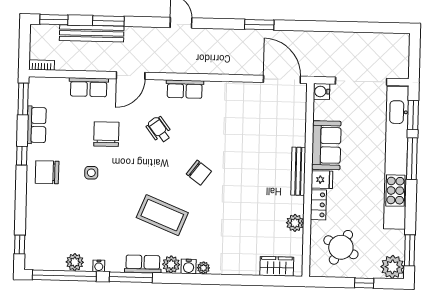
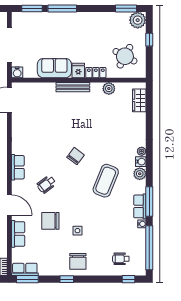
row of seats: (37, 125) -> (25, 269), moved
kitchen unit: (396, 158) -> (62, 19), removed
wheelchair: (49, 234) -> (121, 259), added
plant: (75, 262) -> (140, 241), removed
row of seats: (143, 264) -> (140, 206), moved

